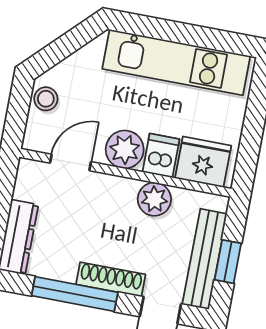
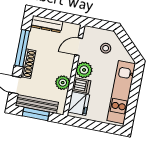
stool: (46, 99) -> (106, 48), moved
door: (70, 162) -> (79, 47), swing flipped
window: (228, 262) -> (36, 114), width x1.50

